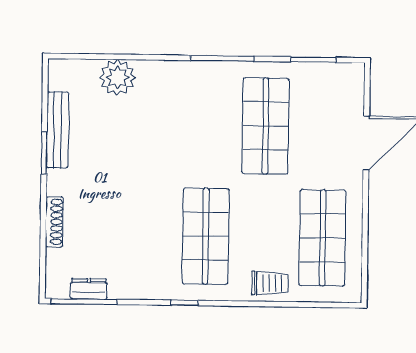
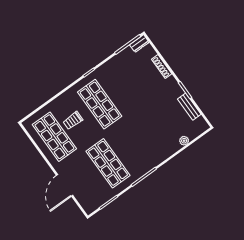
plant: (117, 77) -> (184, 141), width x0.53, depth x0.53
bench: (58, 130) -> (189, 107), width x0.73
trolley: (270, 283) -> (73, 120), moved
dresser: (89, 289) -> (139, 44), moved

